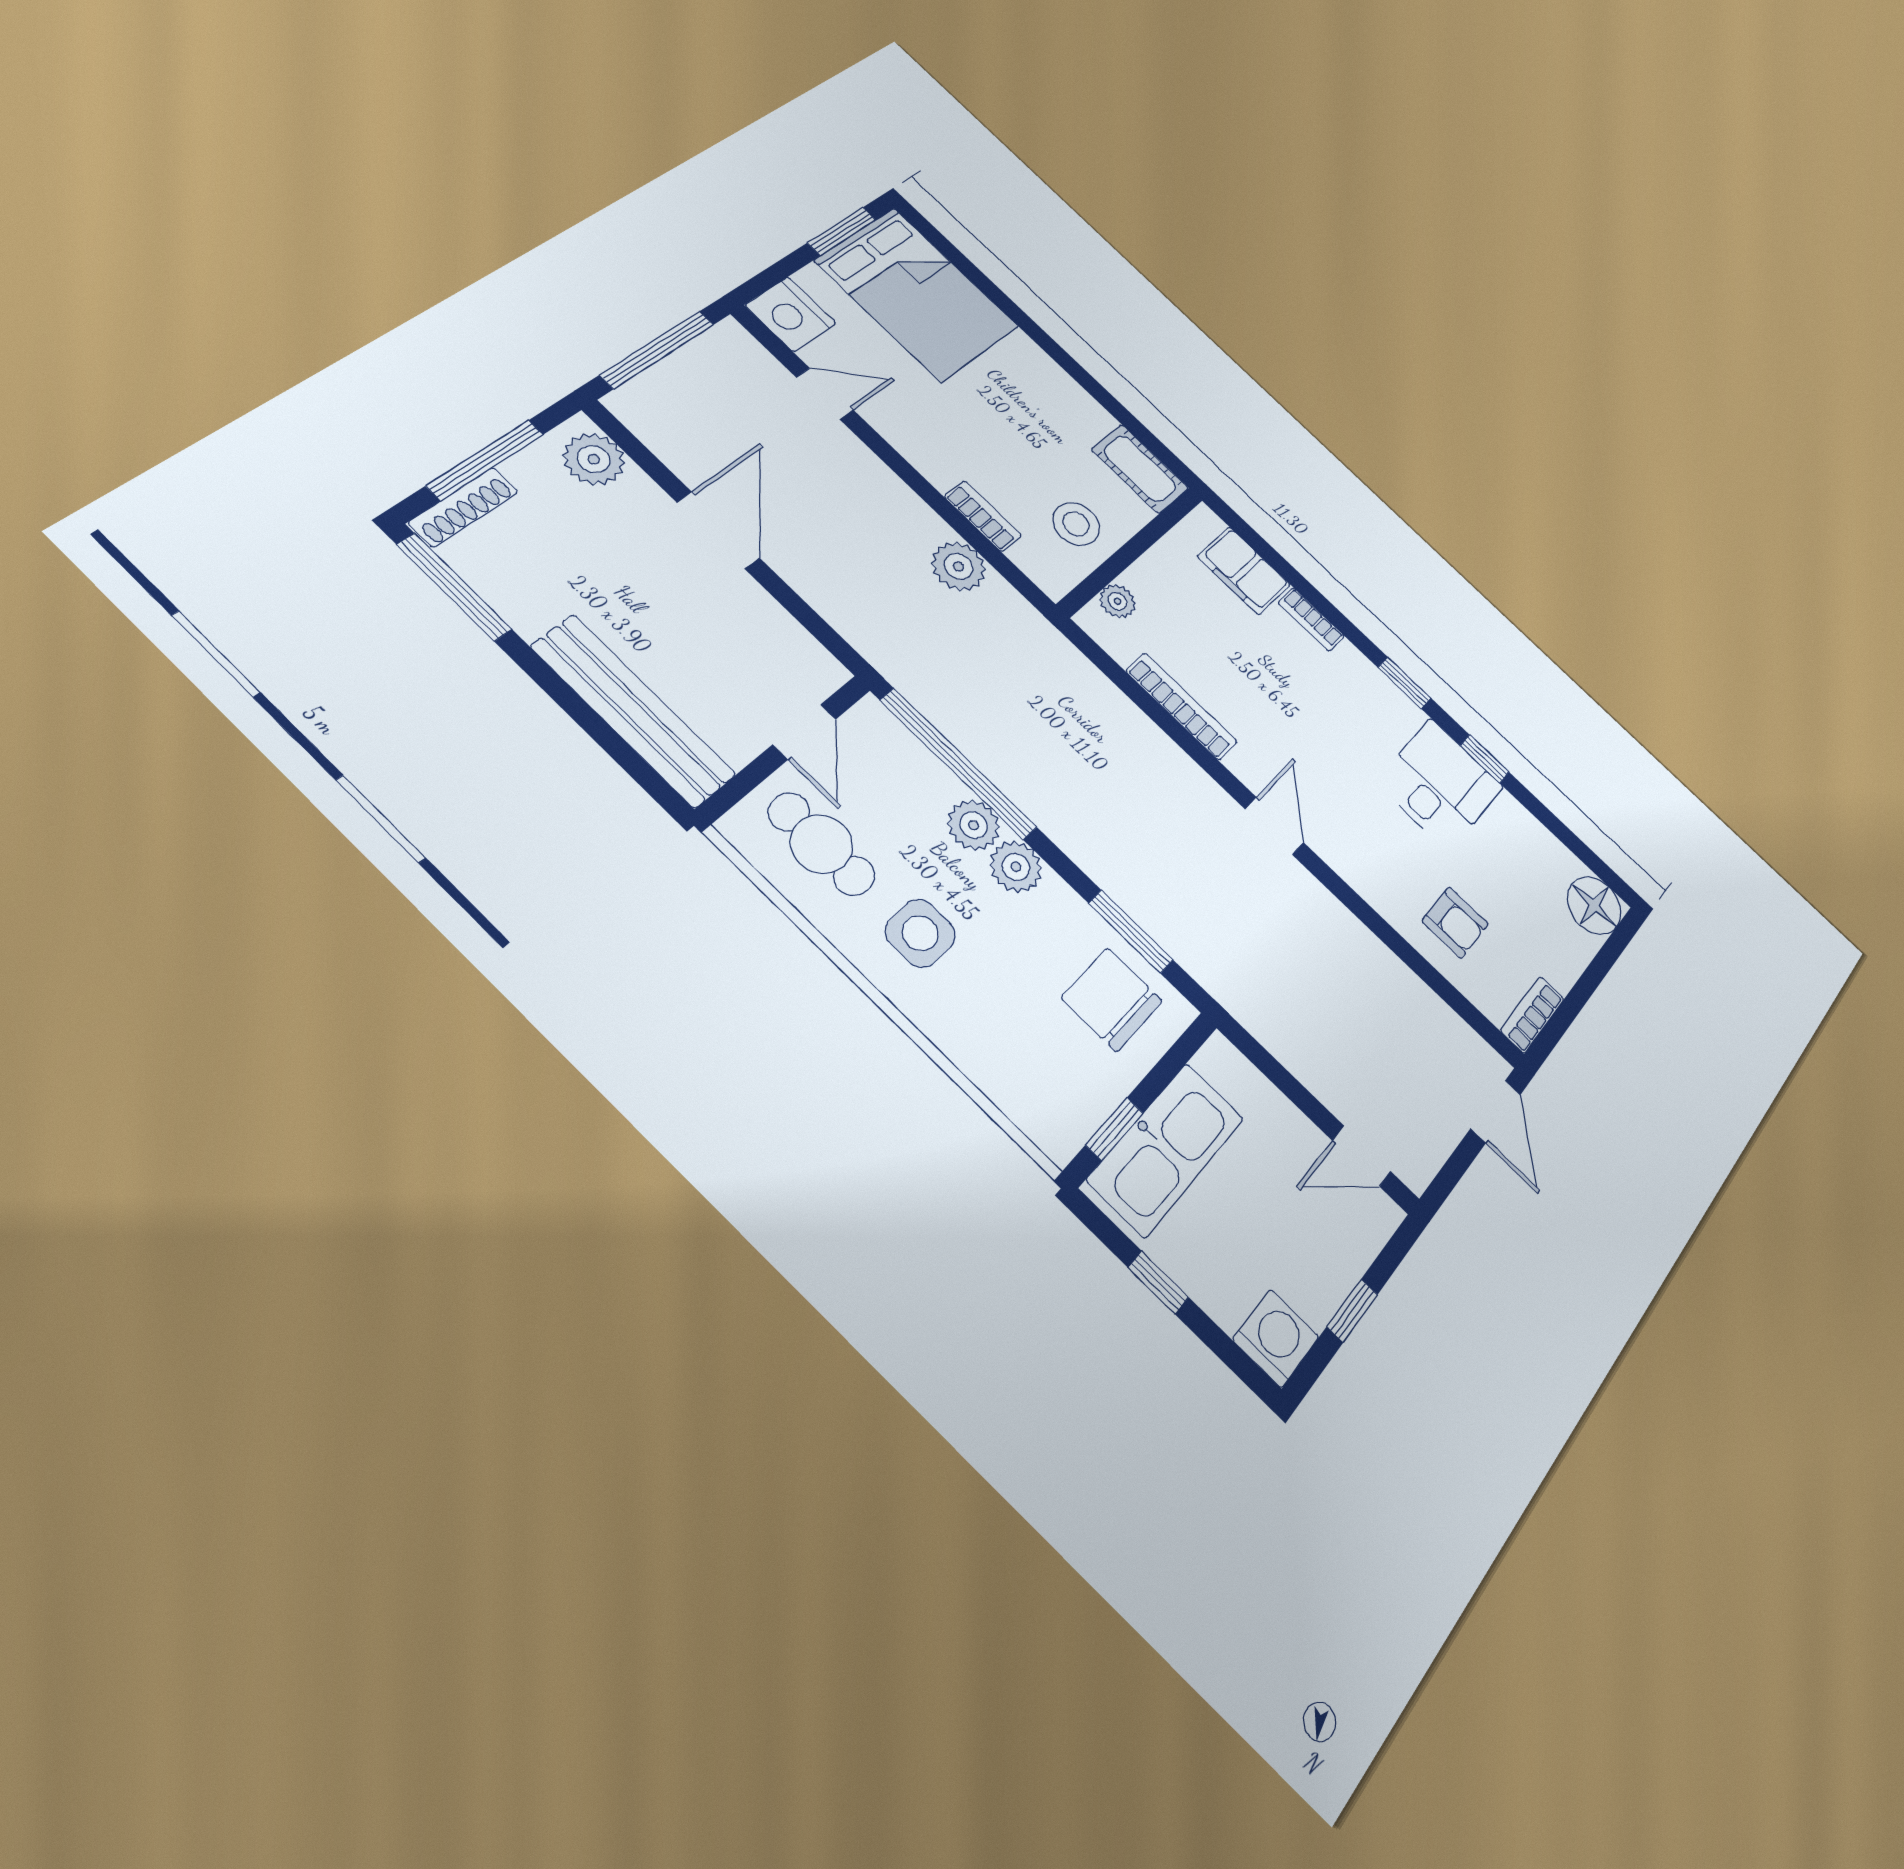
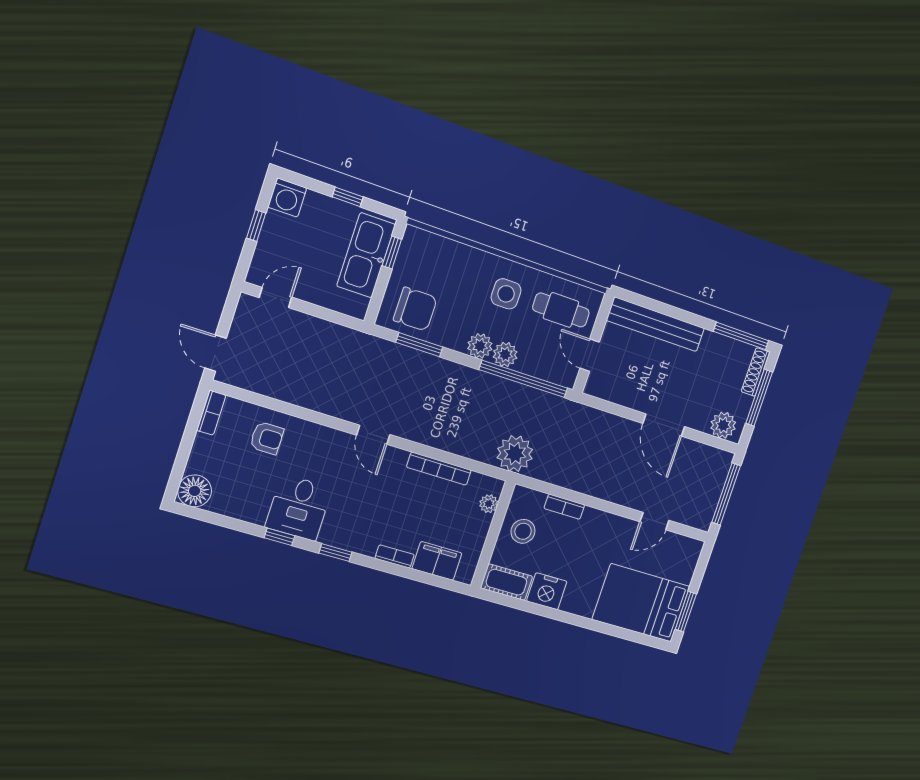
nightstand: (791, 314) -> (547, 591), moved, turned 180
plant: (959, 566) -> (515, 454), moved, width x1.36, depth x1.36
armchair: (1455, 922) -> (267, 438), turned 180

